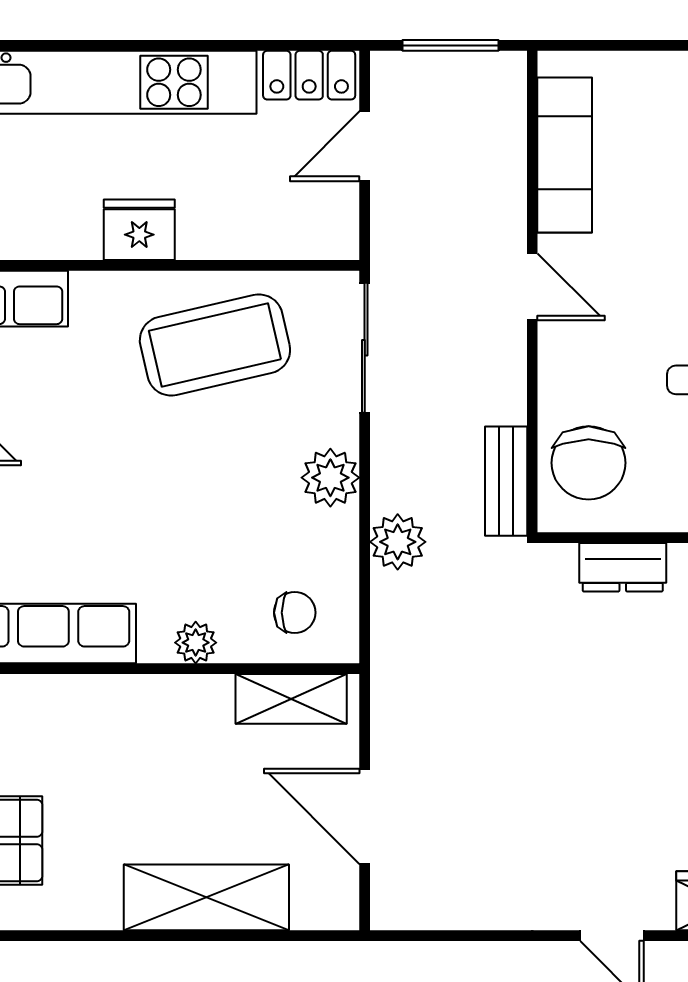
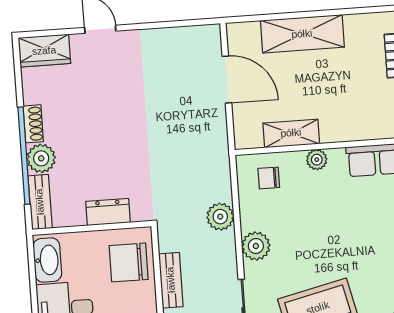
chair: (589, 463) -> (129, 262), turned -90
bench: (506, 481) -> (171, 280), moved
shelving: (291, 699) -> (291, 133), moved

